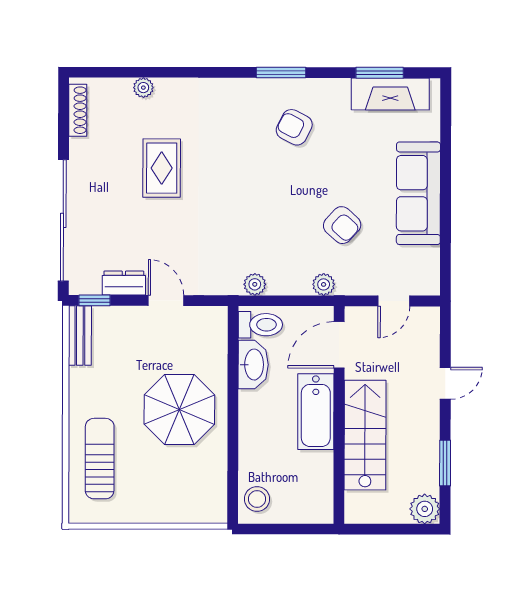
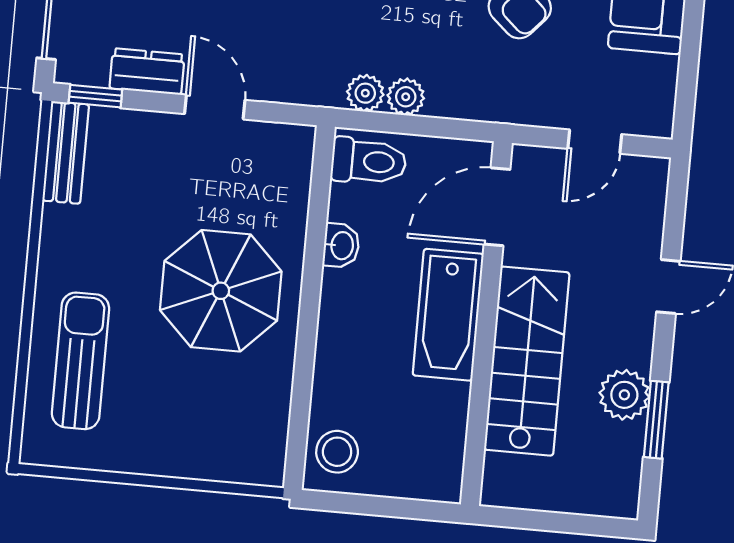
plant: (324, 284) -> (406, 97), moved
washbasin: (253, 365) -> (341, 246), width x0.52, depth x0.69
plant: (425, 509) -> (624, 395), moved

